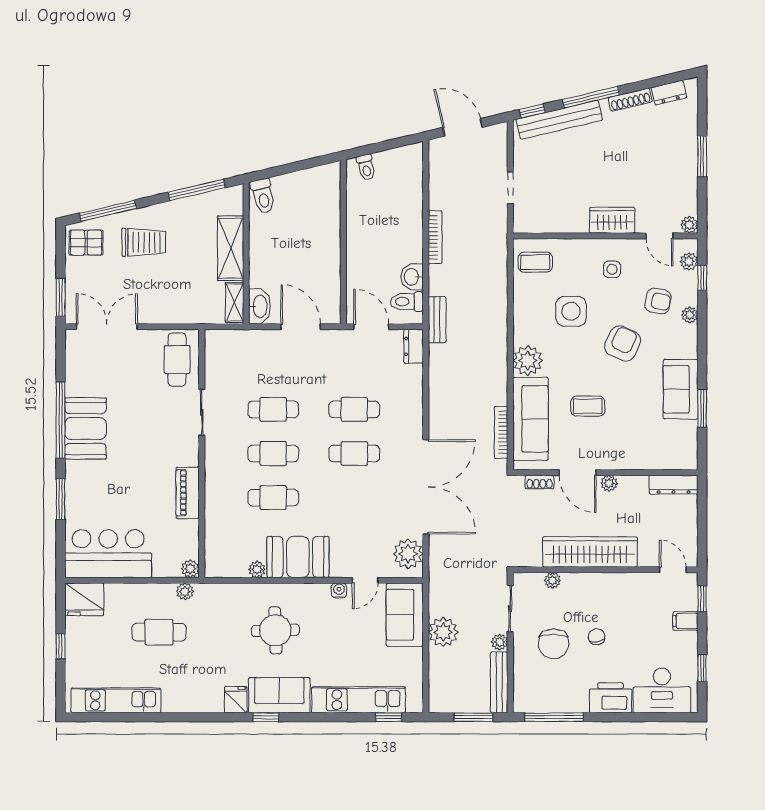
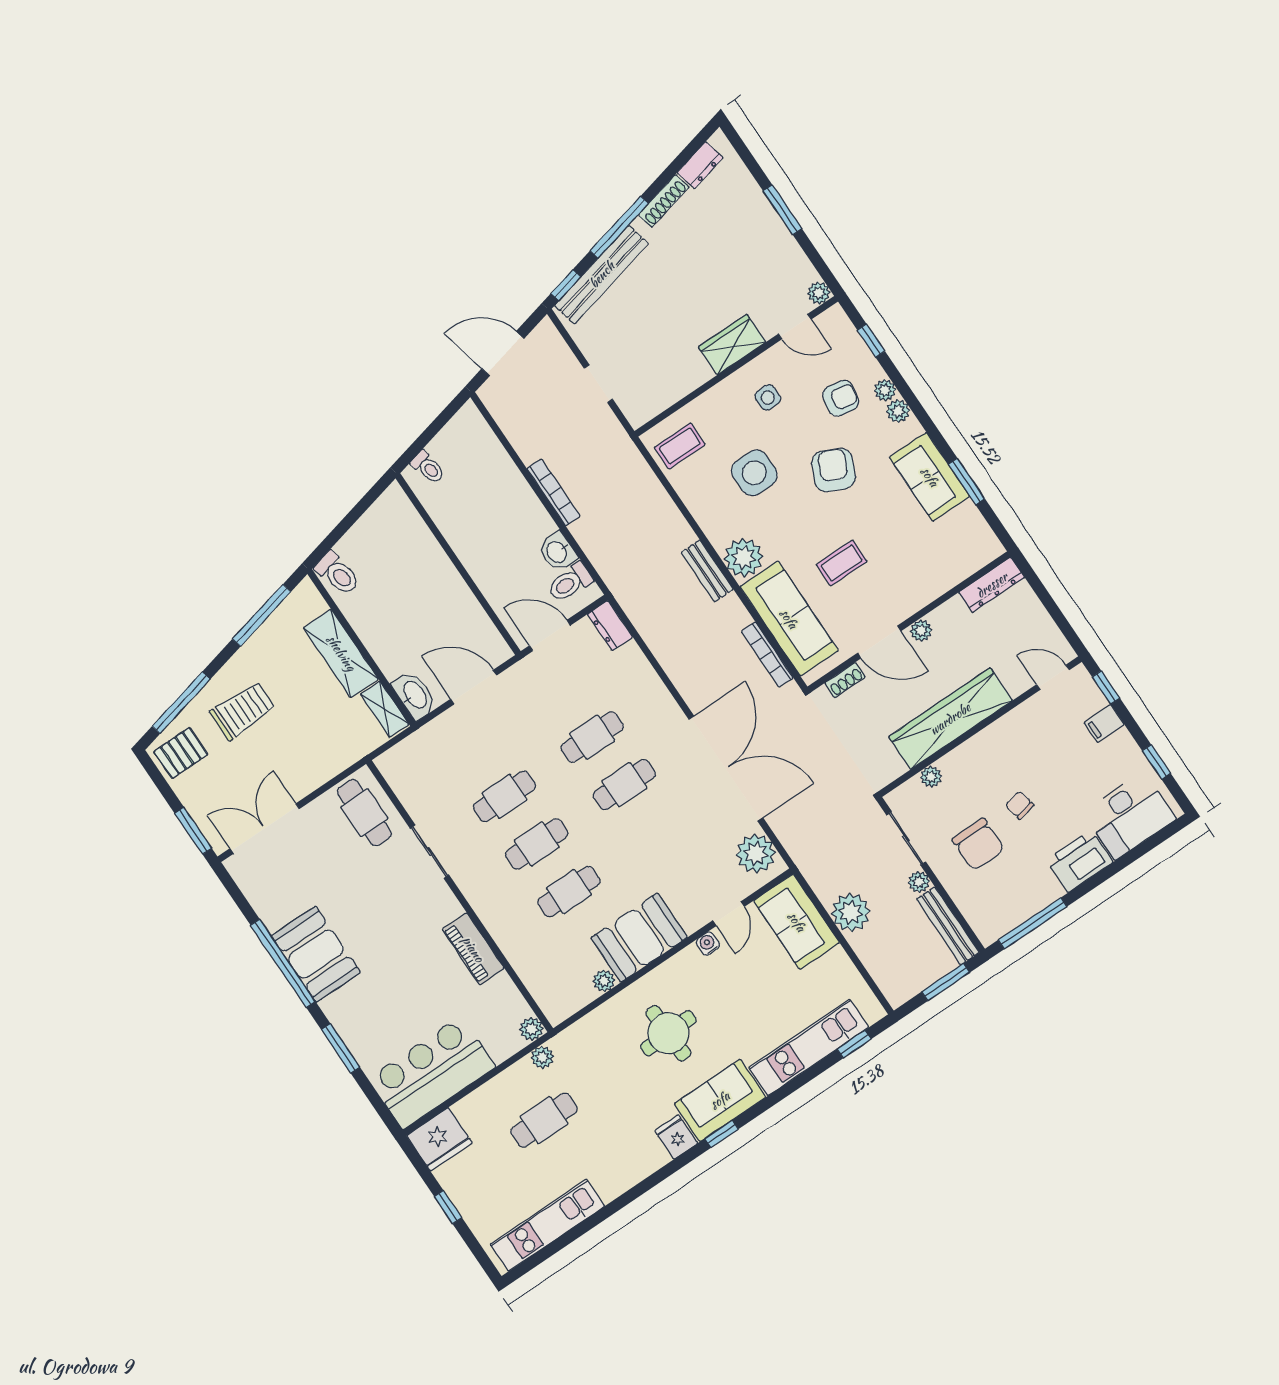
plant: (689, 262) -> (898, 411), moved
bench: (437, 320) -> (707, 571), moved

